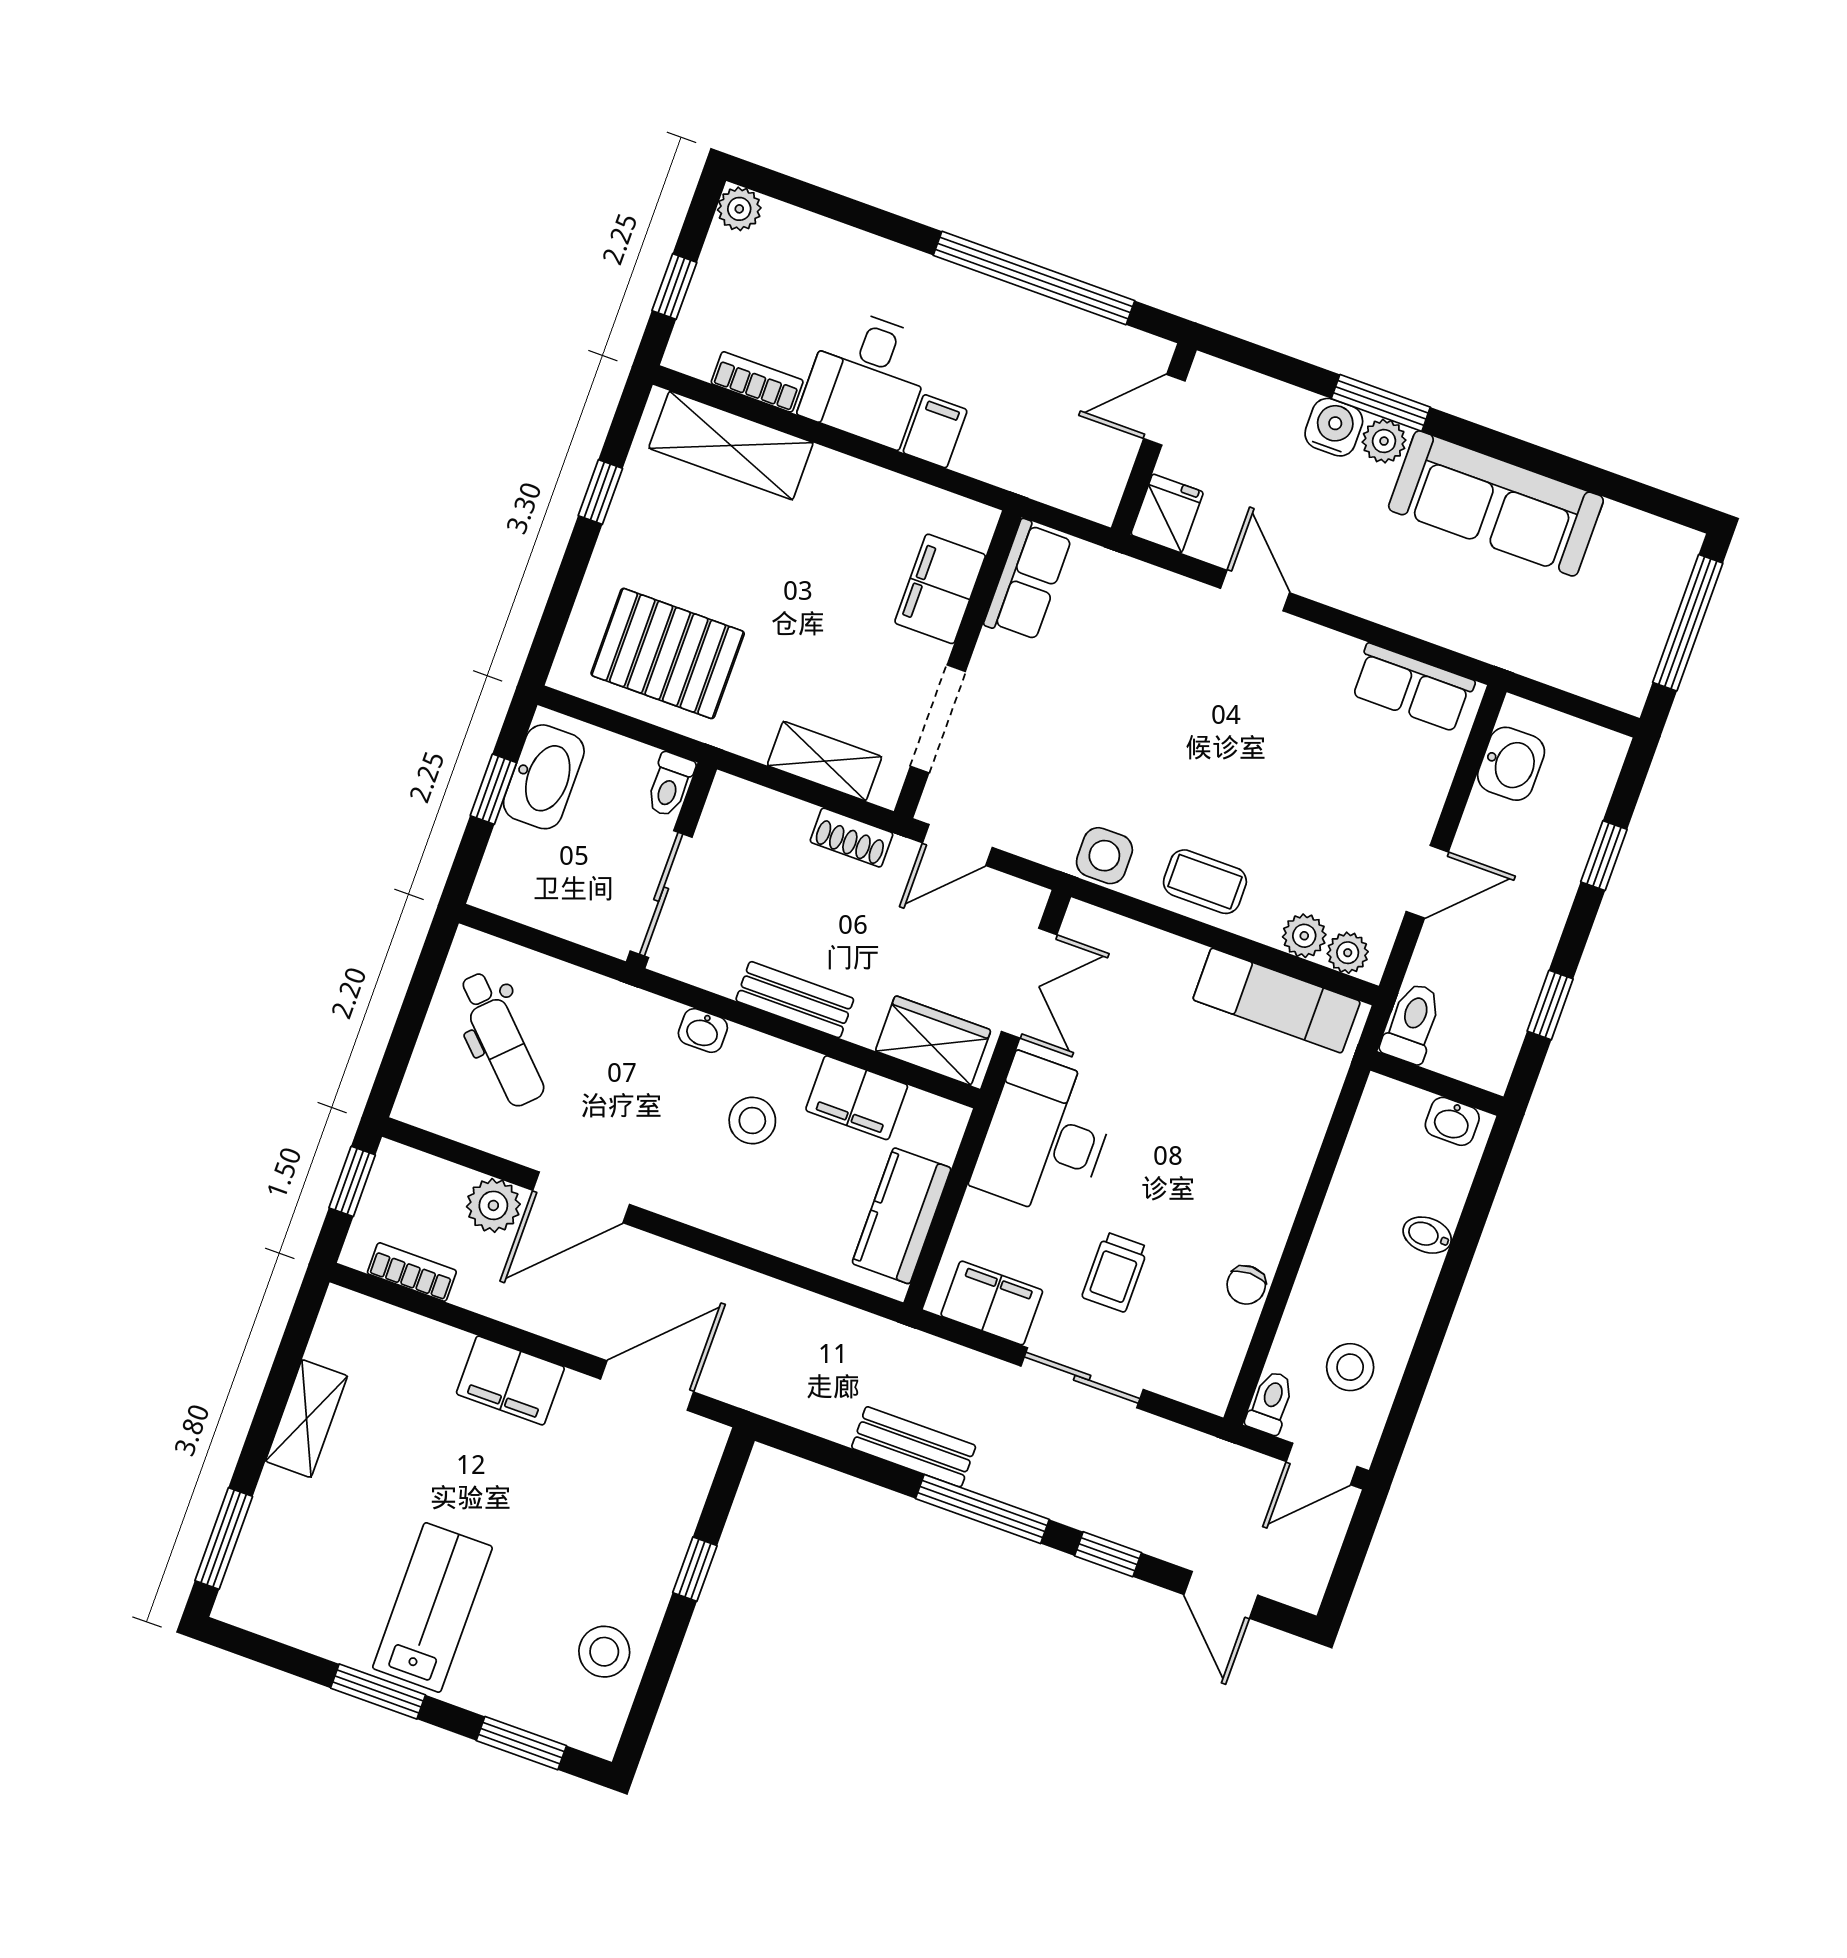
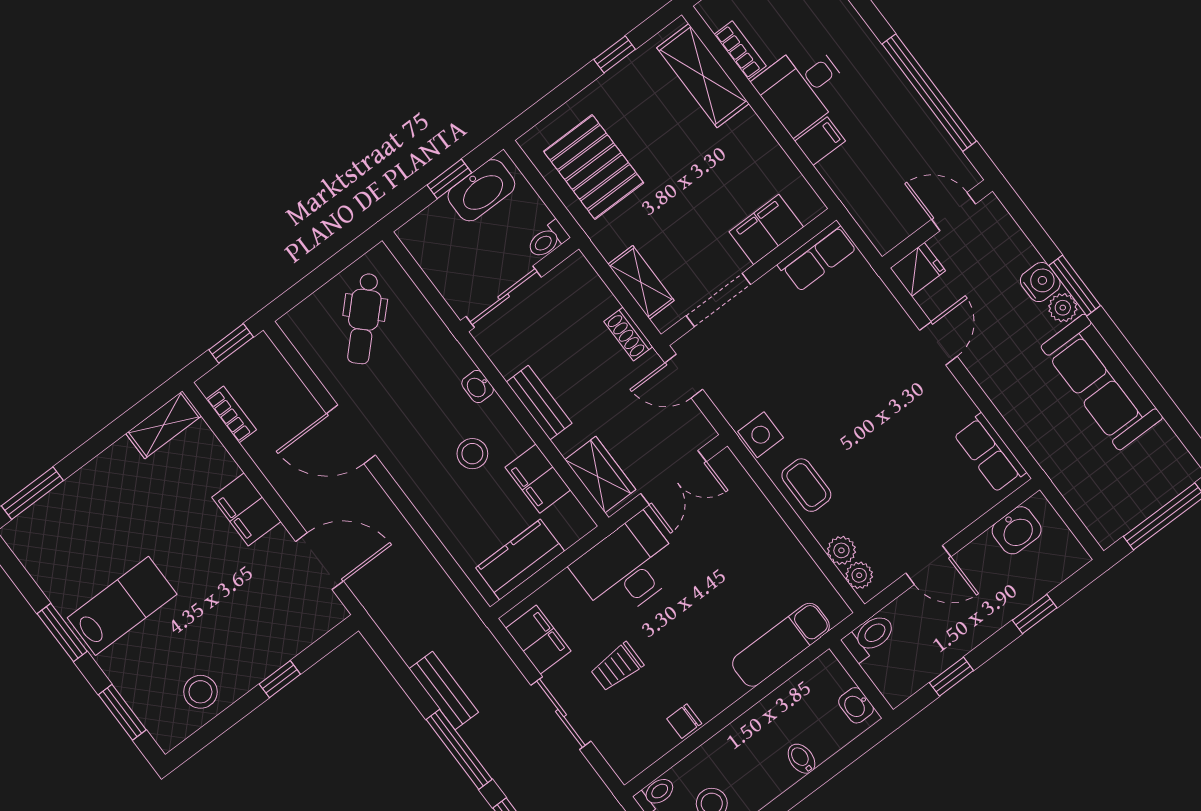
exam couch: (1277, 1001) -> (781, 645), moved, turned 90
plant: (493, 1205) -> (300, 407), removed
shelving: (306, 1419) -> (164, 425), moved

